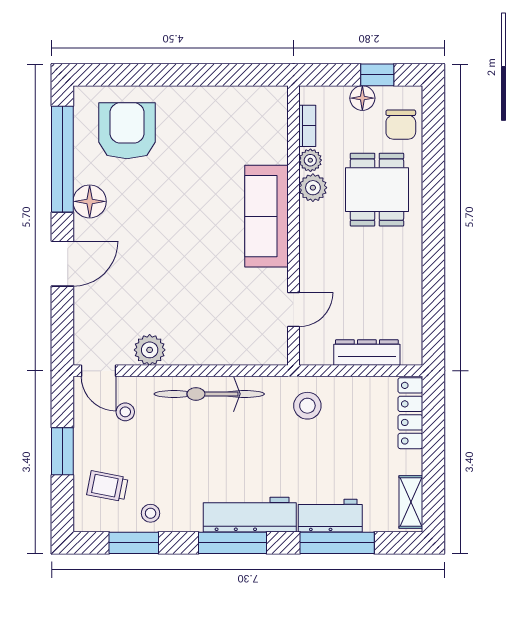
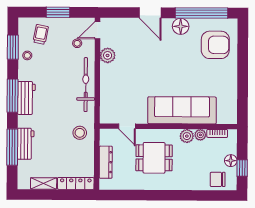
dining table: (377, 190) -> (154, 158), moved
sofa: (267, 216) -> (182, 110), width x1.36, depth x1.27
shelving: (411, 502) -> (44, 183), moved
workbench: (250, 515) -> (26, 98), width x0.73

